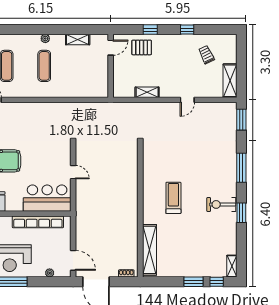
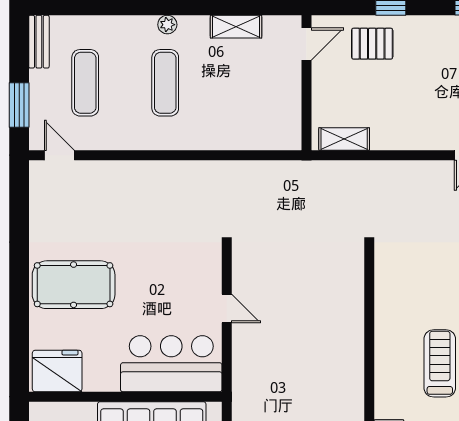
shelving: (147, 92) -> (344, 139), moved

